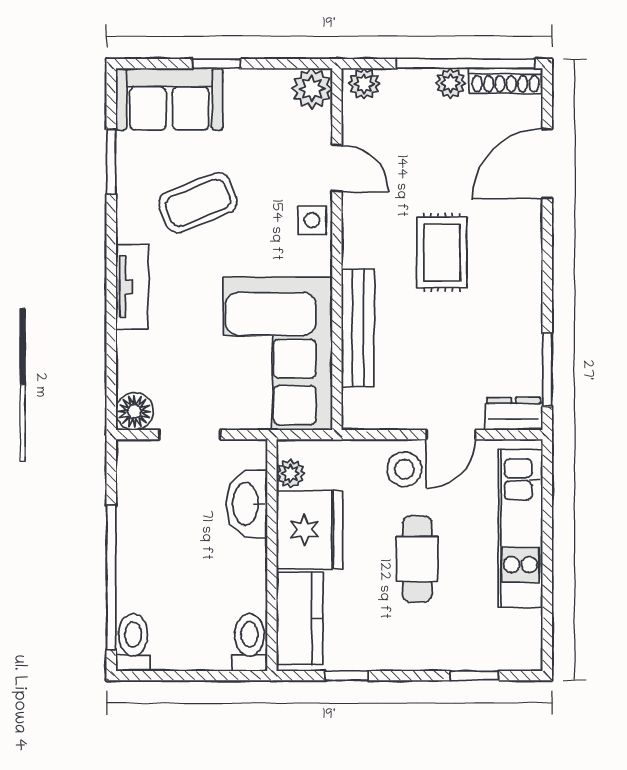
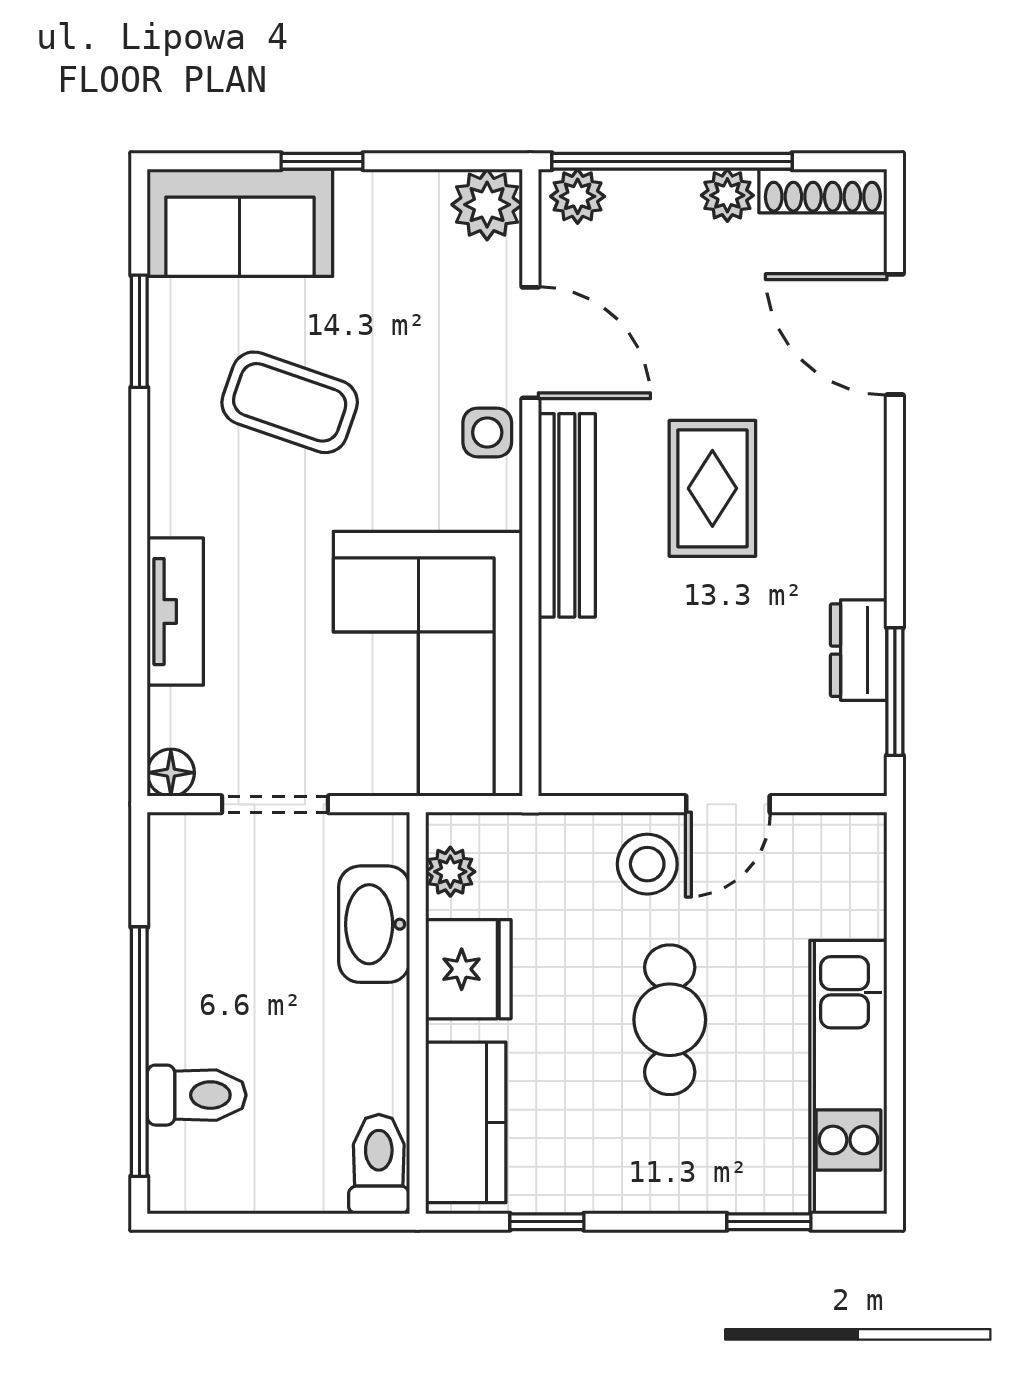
window: (466, 64) -> (672, 161), moved
door: (547, 164) -> (895, 334), hinge flipped
door: (337, 168) -> (530, 343), width x1.38
coffee table: (198, 203) -> (290, 402), turned 41
tv unit: (132, 287) -> (175, 612), moved
bench: (358, 328) -> (567, 515), moved
floor lamp: (134, 411) -> (171, 773), width x0.73, depth x0.73
dresser: (514, 414) -> (859, 650), moved, turned -90
kitchen unit: (520, 528) -> (848, 1077), moved
fridge: (309, 530) -> (468, 969), width x0.73, depth x0.75
toilet: (133, 642) -> (197, 1095), moved, turned 90

